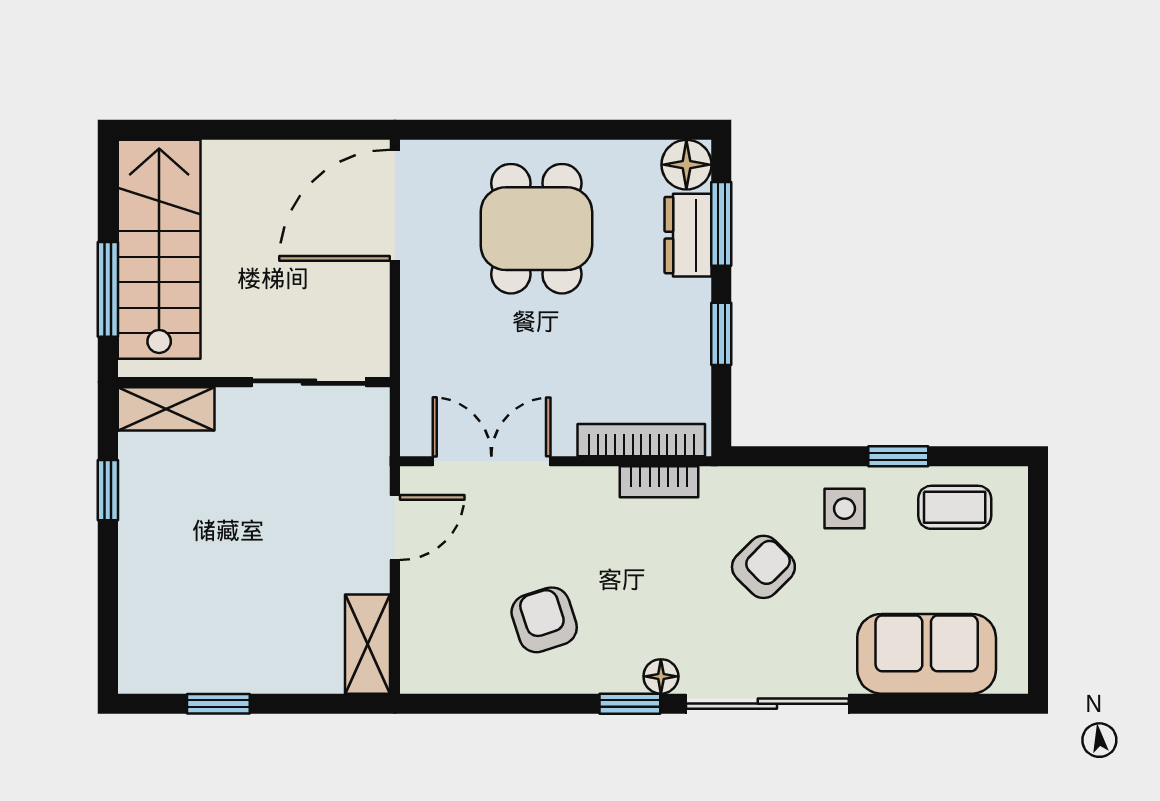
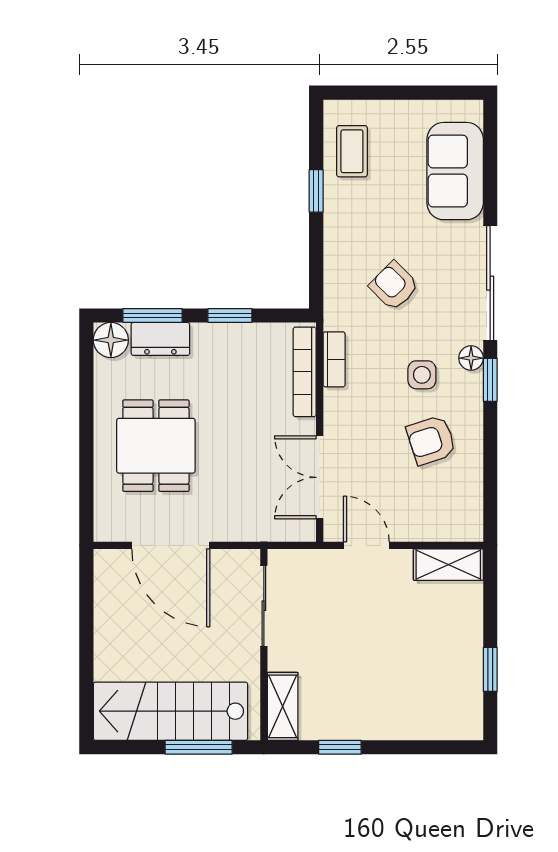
door: (395, 205) -> (171, 545), moved
dining table: (536, 229) -> (156, 446), turned 90
side table: (844, 509) -> (422, 375), moved

